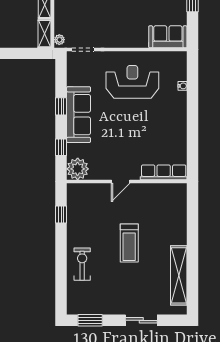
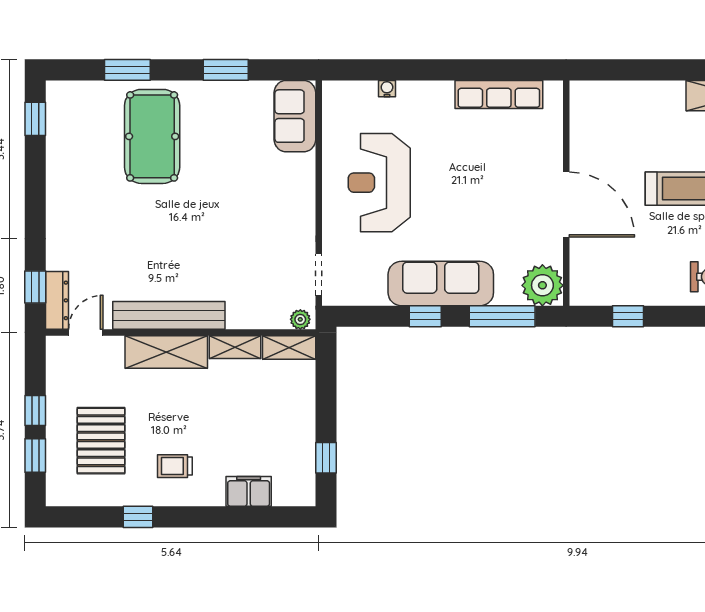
window: (61, 147) -> (502, 316), width x2.17
row of seats: (164, 172) -> (499, 94), moved, turned -90
door: (121, 182) -> (566, 205), width x1.88

